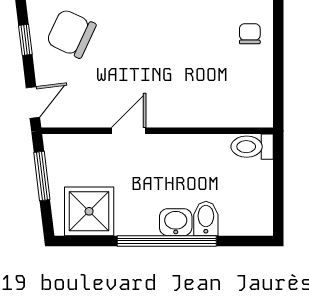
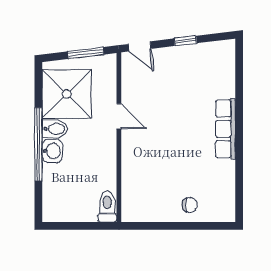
chair: (71, 34) -> (190, 74), removed
shower: (89, 211) -> (67, 94), width x1.37, depth x1.37
bidet: (206, 218) -> (55, 129), moved

